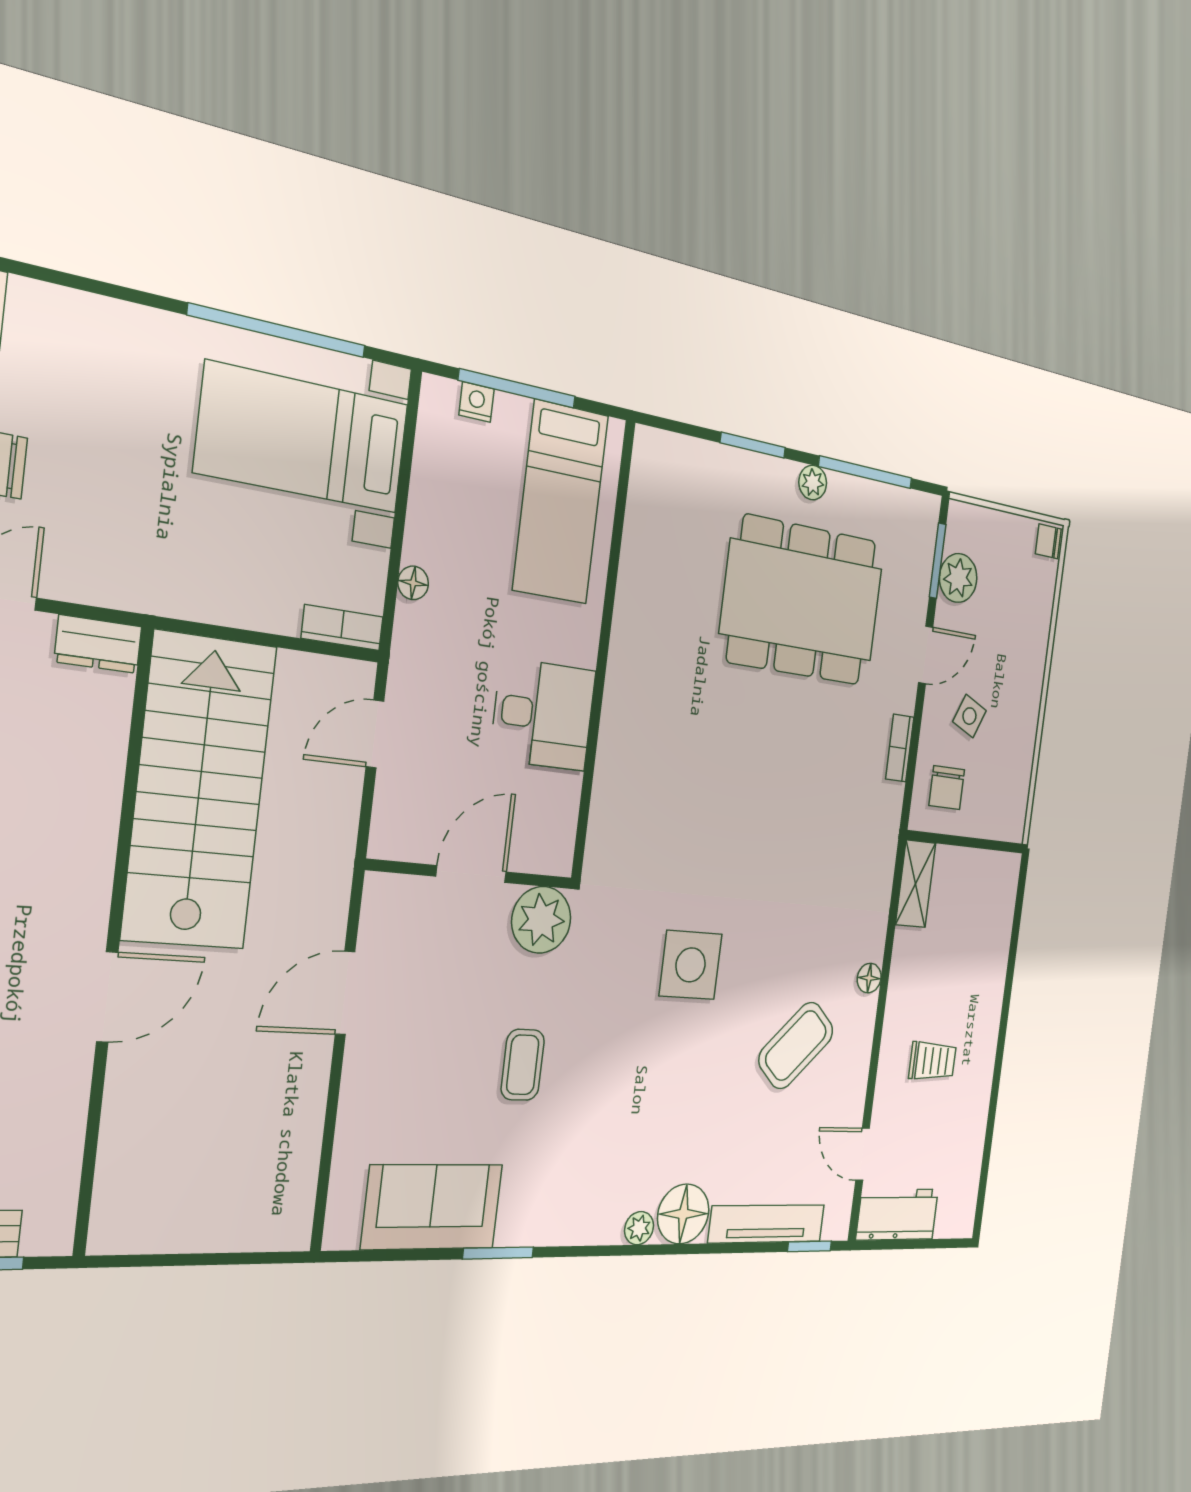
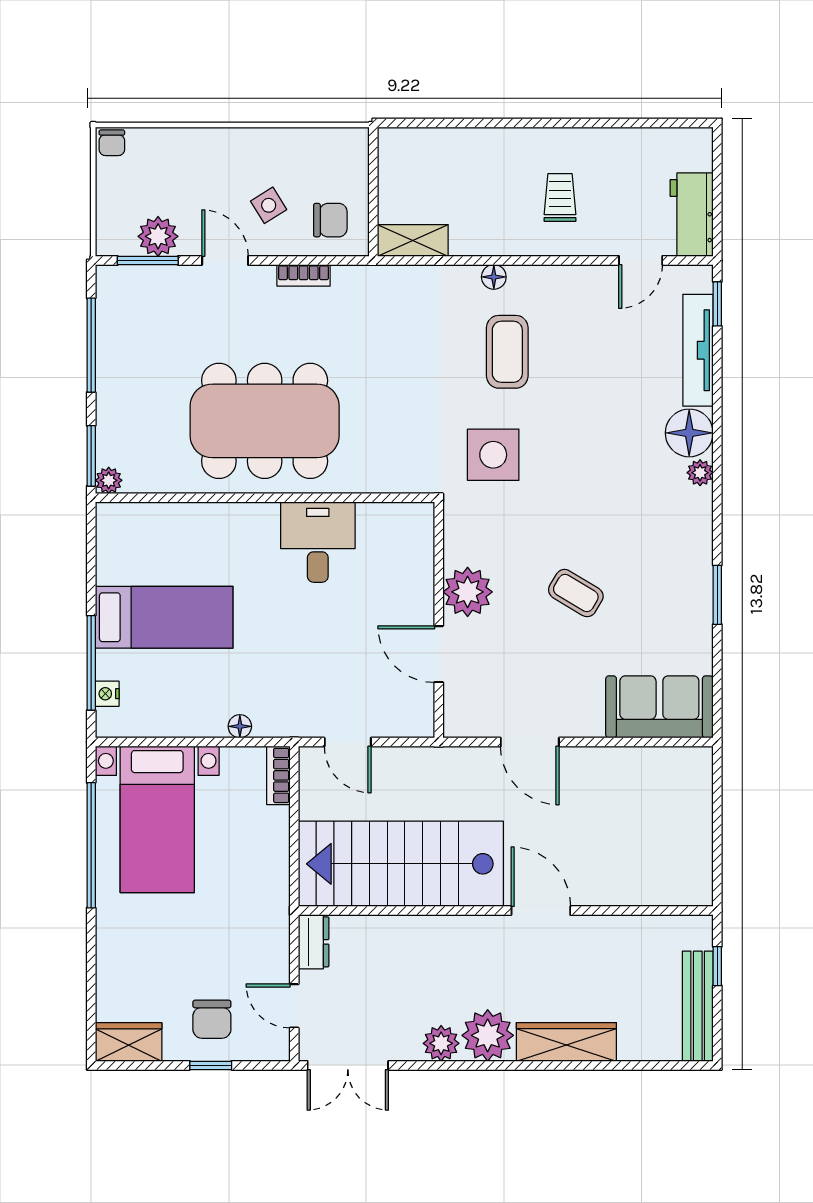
plant: (813, 483) -> (109, 480), moved
dining table: (802, 601) -> (265, 421), moved, turned 90
wall: (603, 651) -> (265, 498), moved
desk: (543, 715) -> (318, 542), moved
side table: (969, 716) -> (269, 205), turned 34
coffee table: (796, 1045) -> (507, 352), moved, turned 46
coffee table: (523, 1065) -> (576, 593), turned 31
sofa: (432, 1207) -> (659, 707), moved, turned 90

